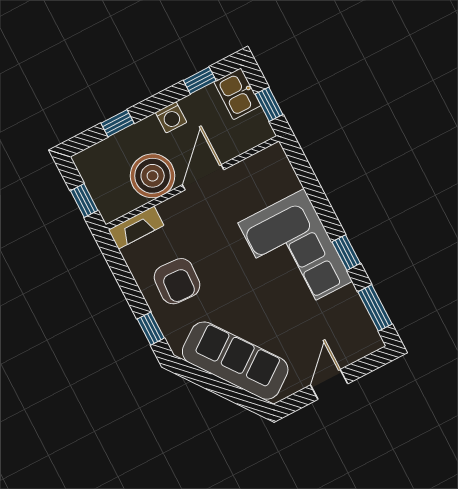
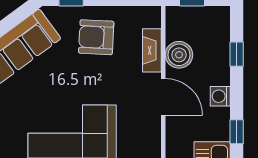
boiler: (153, 176) -> (179, 55), width x0.73, depth x0.73
fireplace: (136, 228) -> (152, 50), moved

